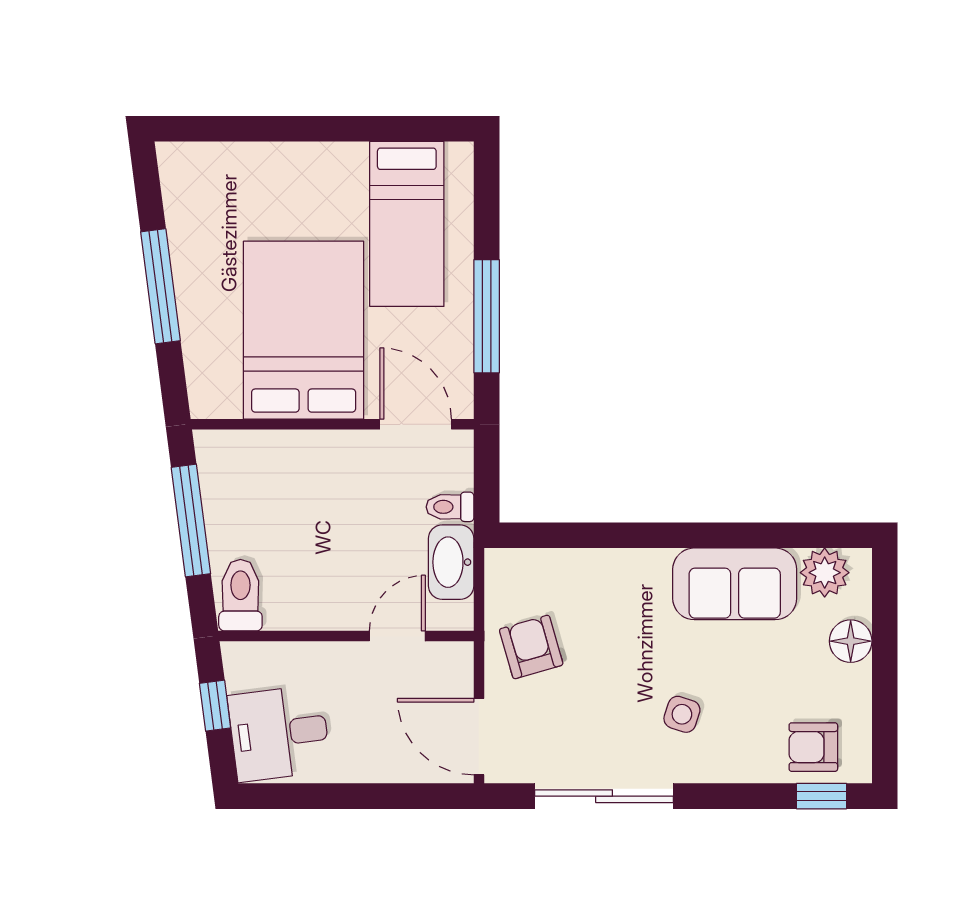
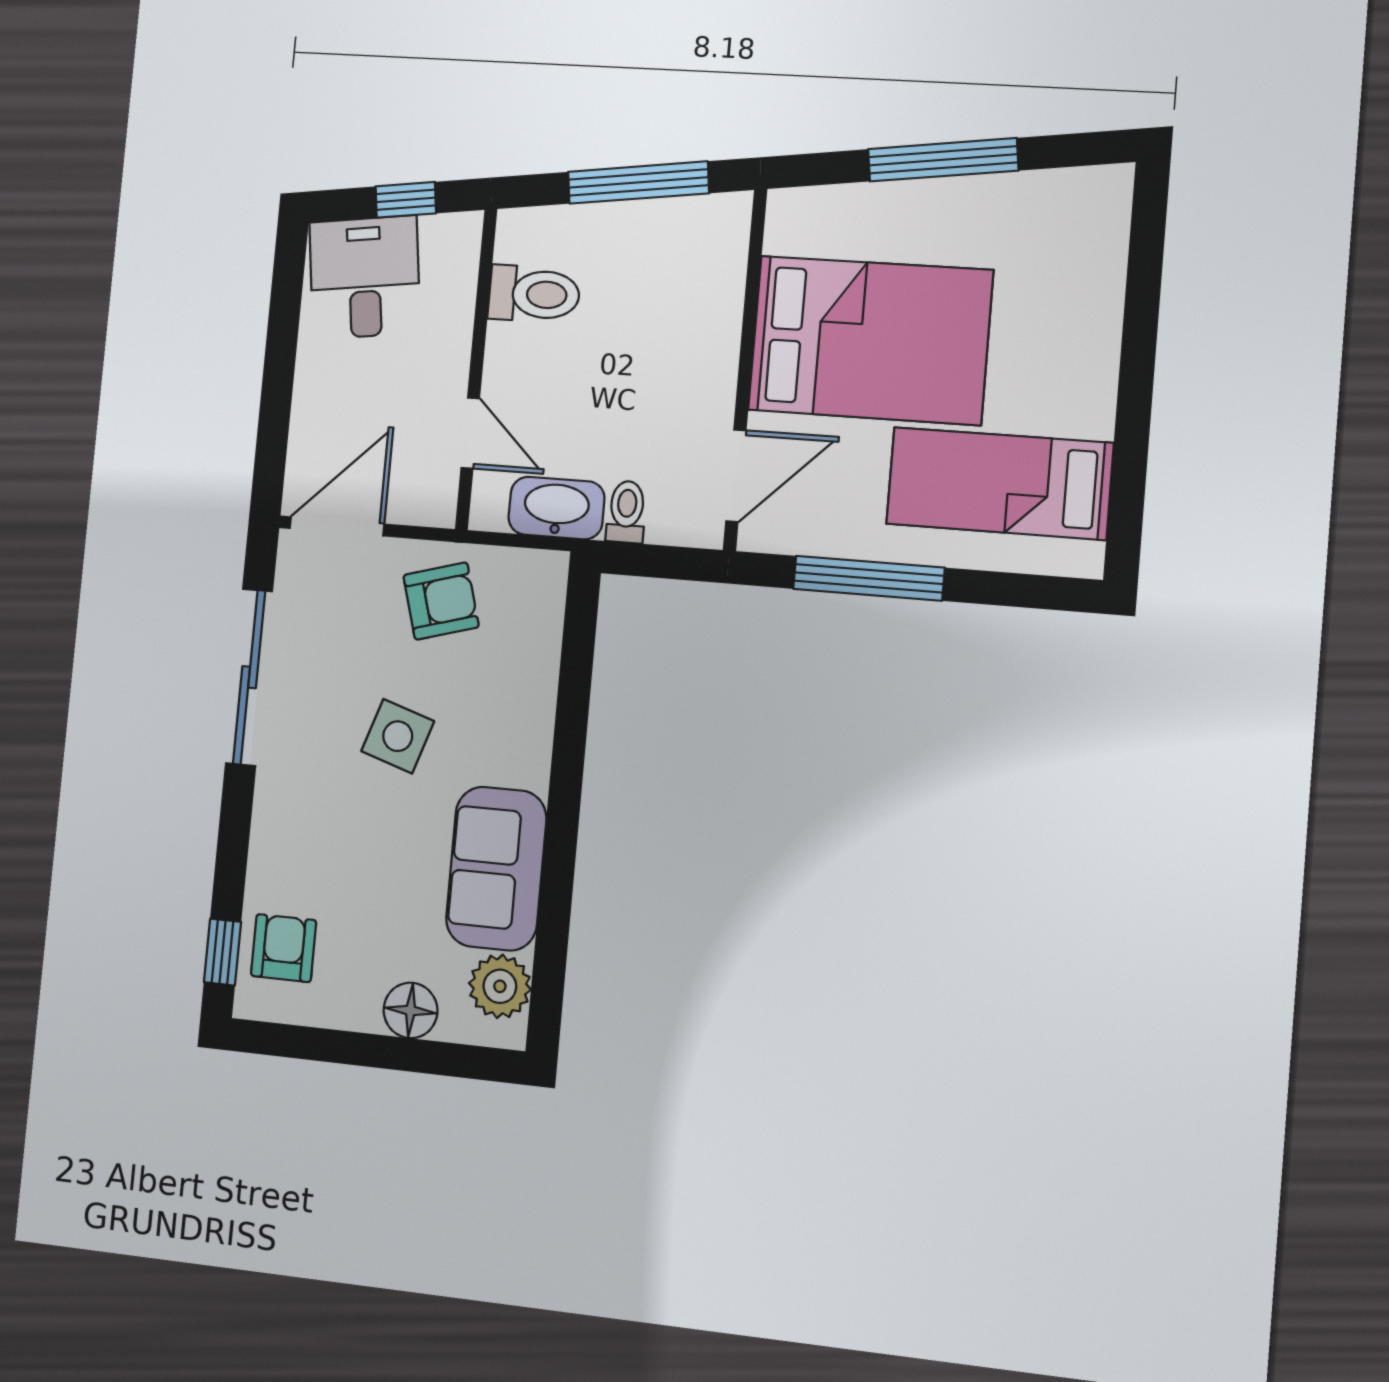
toilet: (240, 595) -> (534, 294), moved
side table: (682, 714) -> (398, 736), moved, width x1.37, depth x1.37

